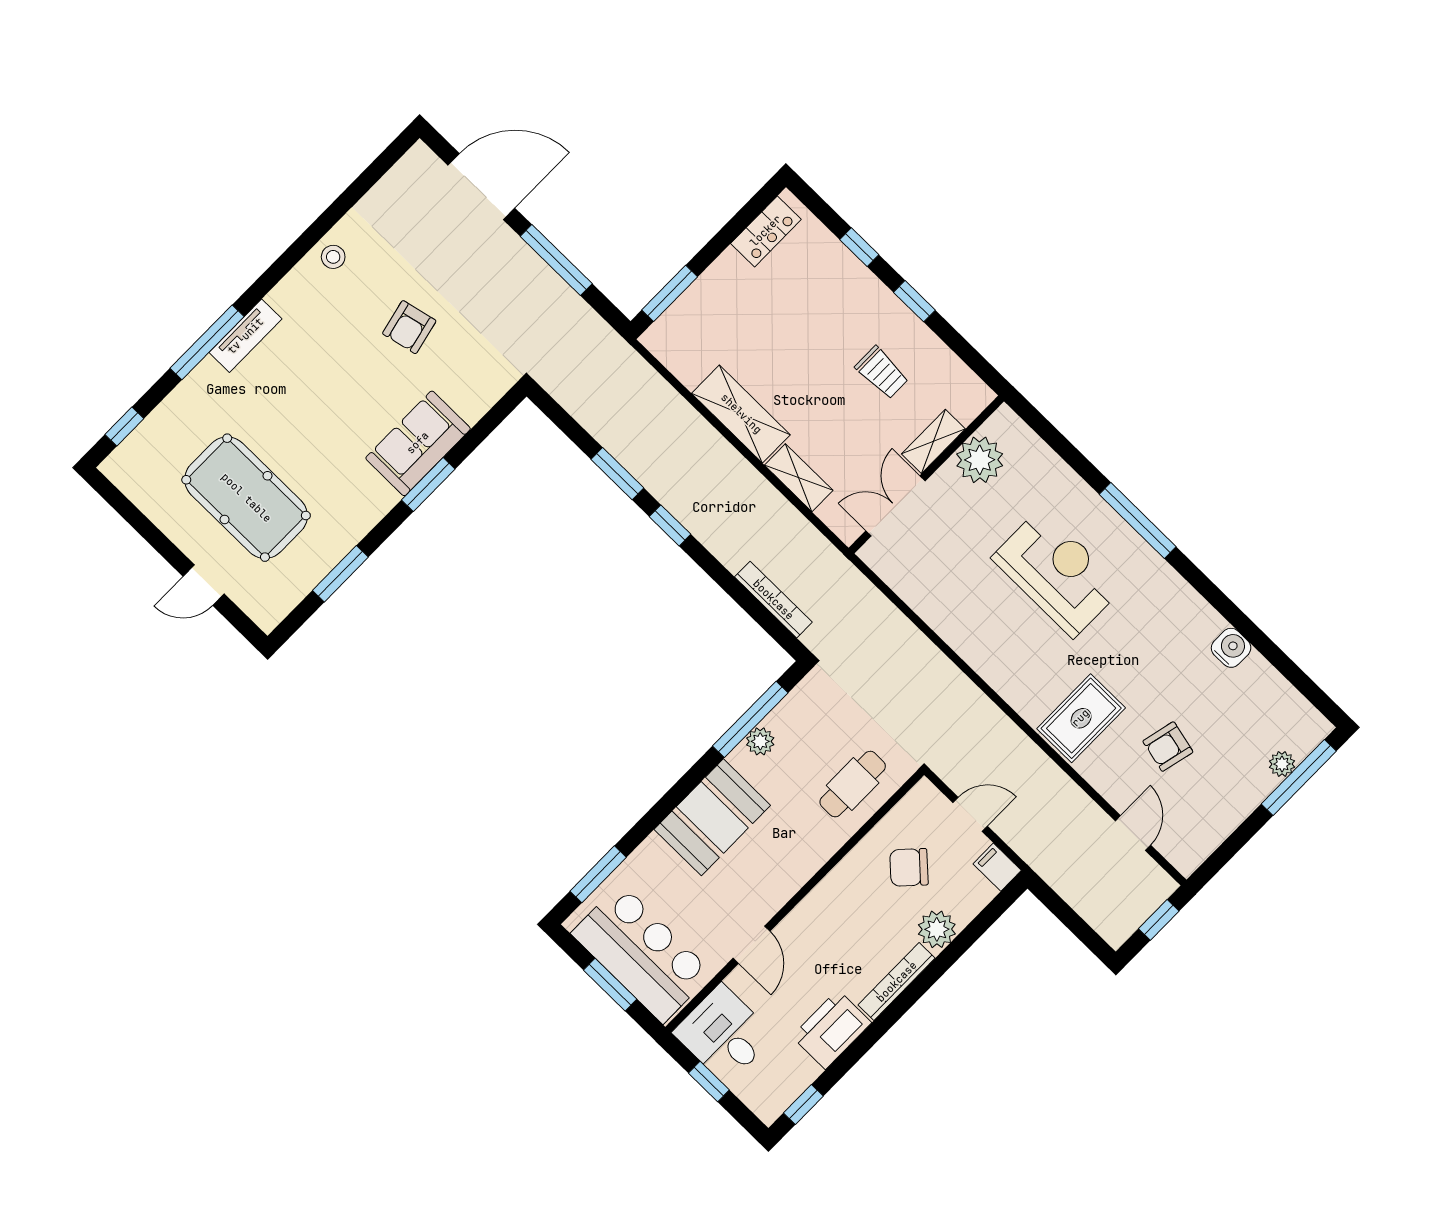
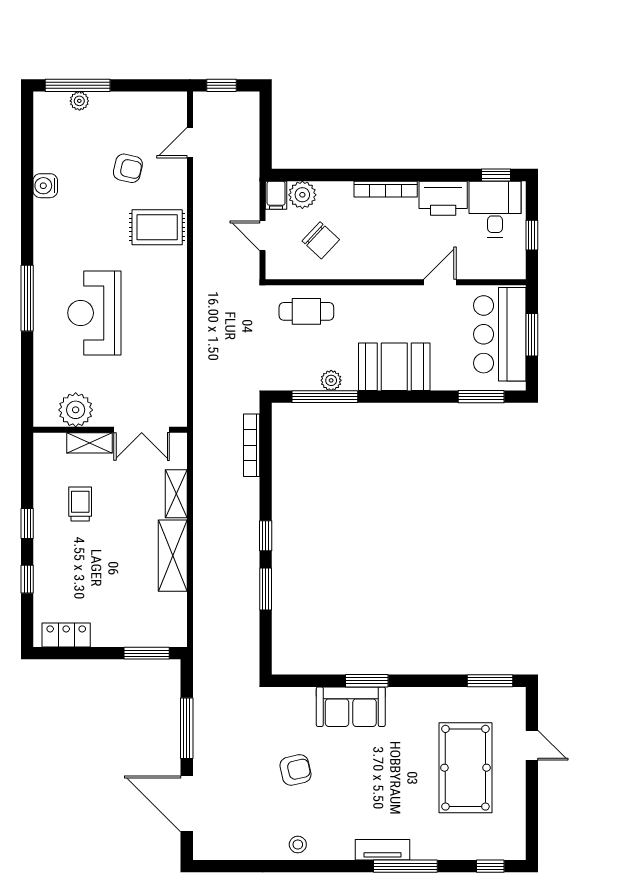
window: (340, 574) -> (490, 681), moved
plant: (937, 929) -> (302, 195), moved
desk: (724, 1034) -> (495, 209), moved, turned 180

